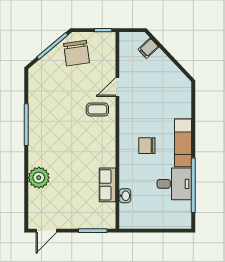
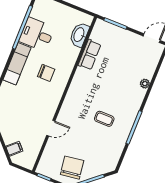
coffee table: (97, 109) -> (104, 119), moved
plant: (39, 178) -> (145, 84), width x0.53, depth x0.53
washbasin: (125, 196) -> (79, 35), width x1.91, depth x1.45

